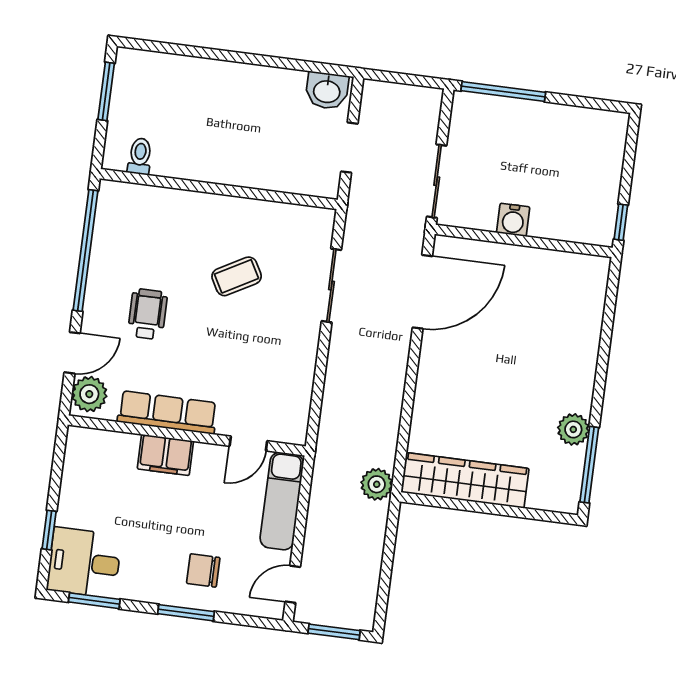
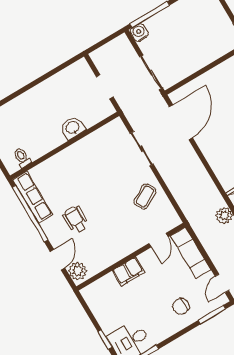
washbasin: (327, 91) -> (73, 128), moved, turned 180
water cooler: (513, 220) -> (139, 32), moved, turned 180
coffee table: (237, 276) -> (145, 196), moved
row of seats: (167, 412) -> (33, 197), moved, turned 90
window: (186, 613) -> (212, 315), moved

